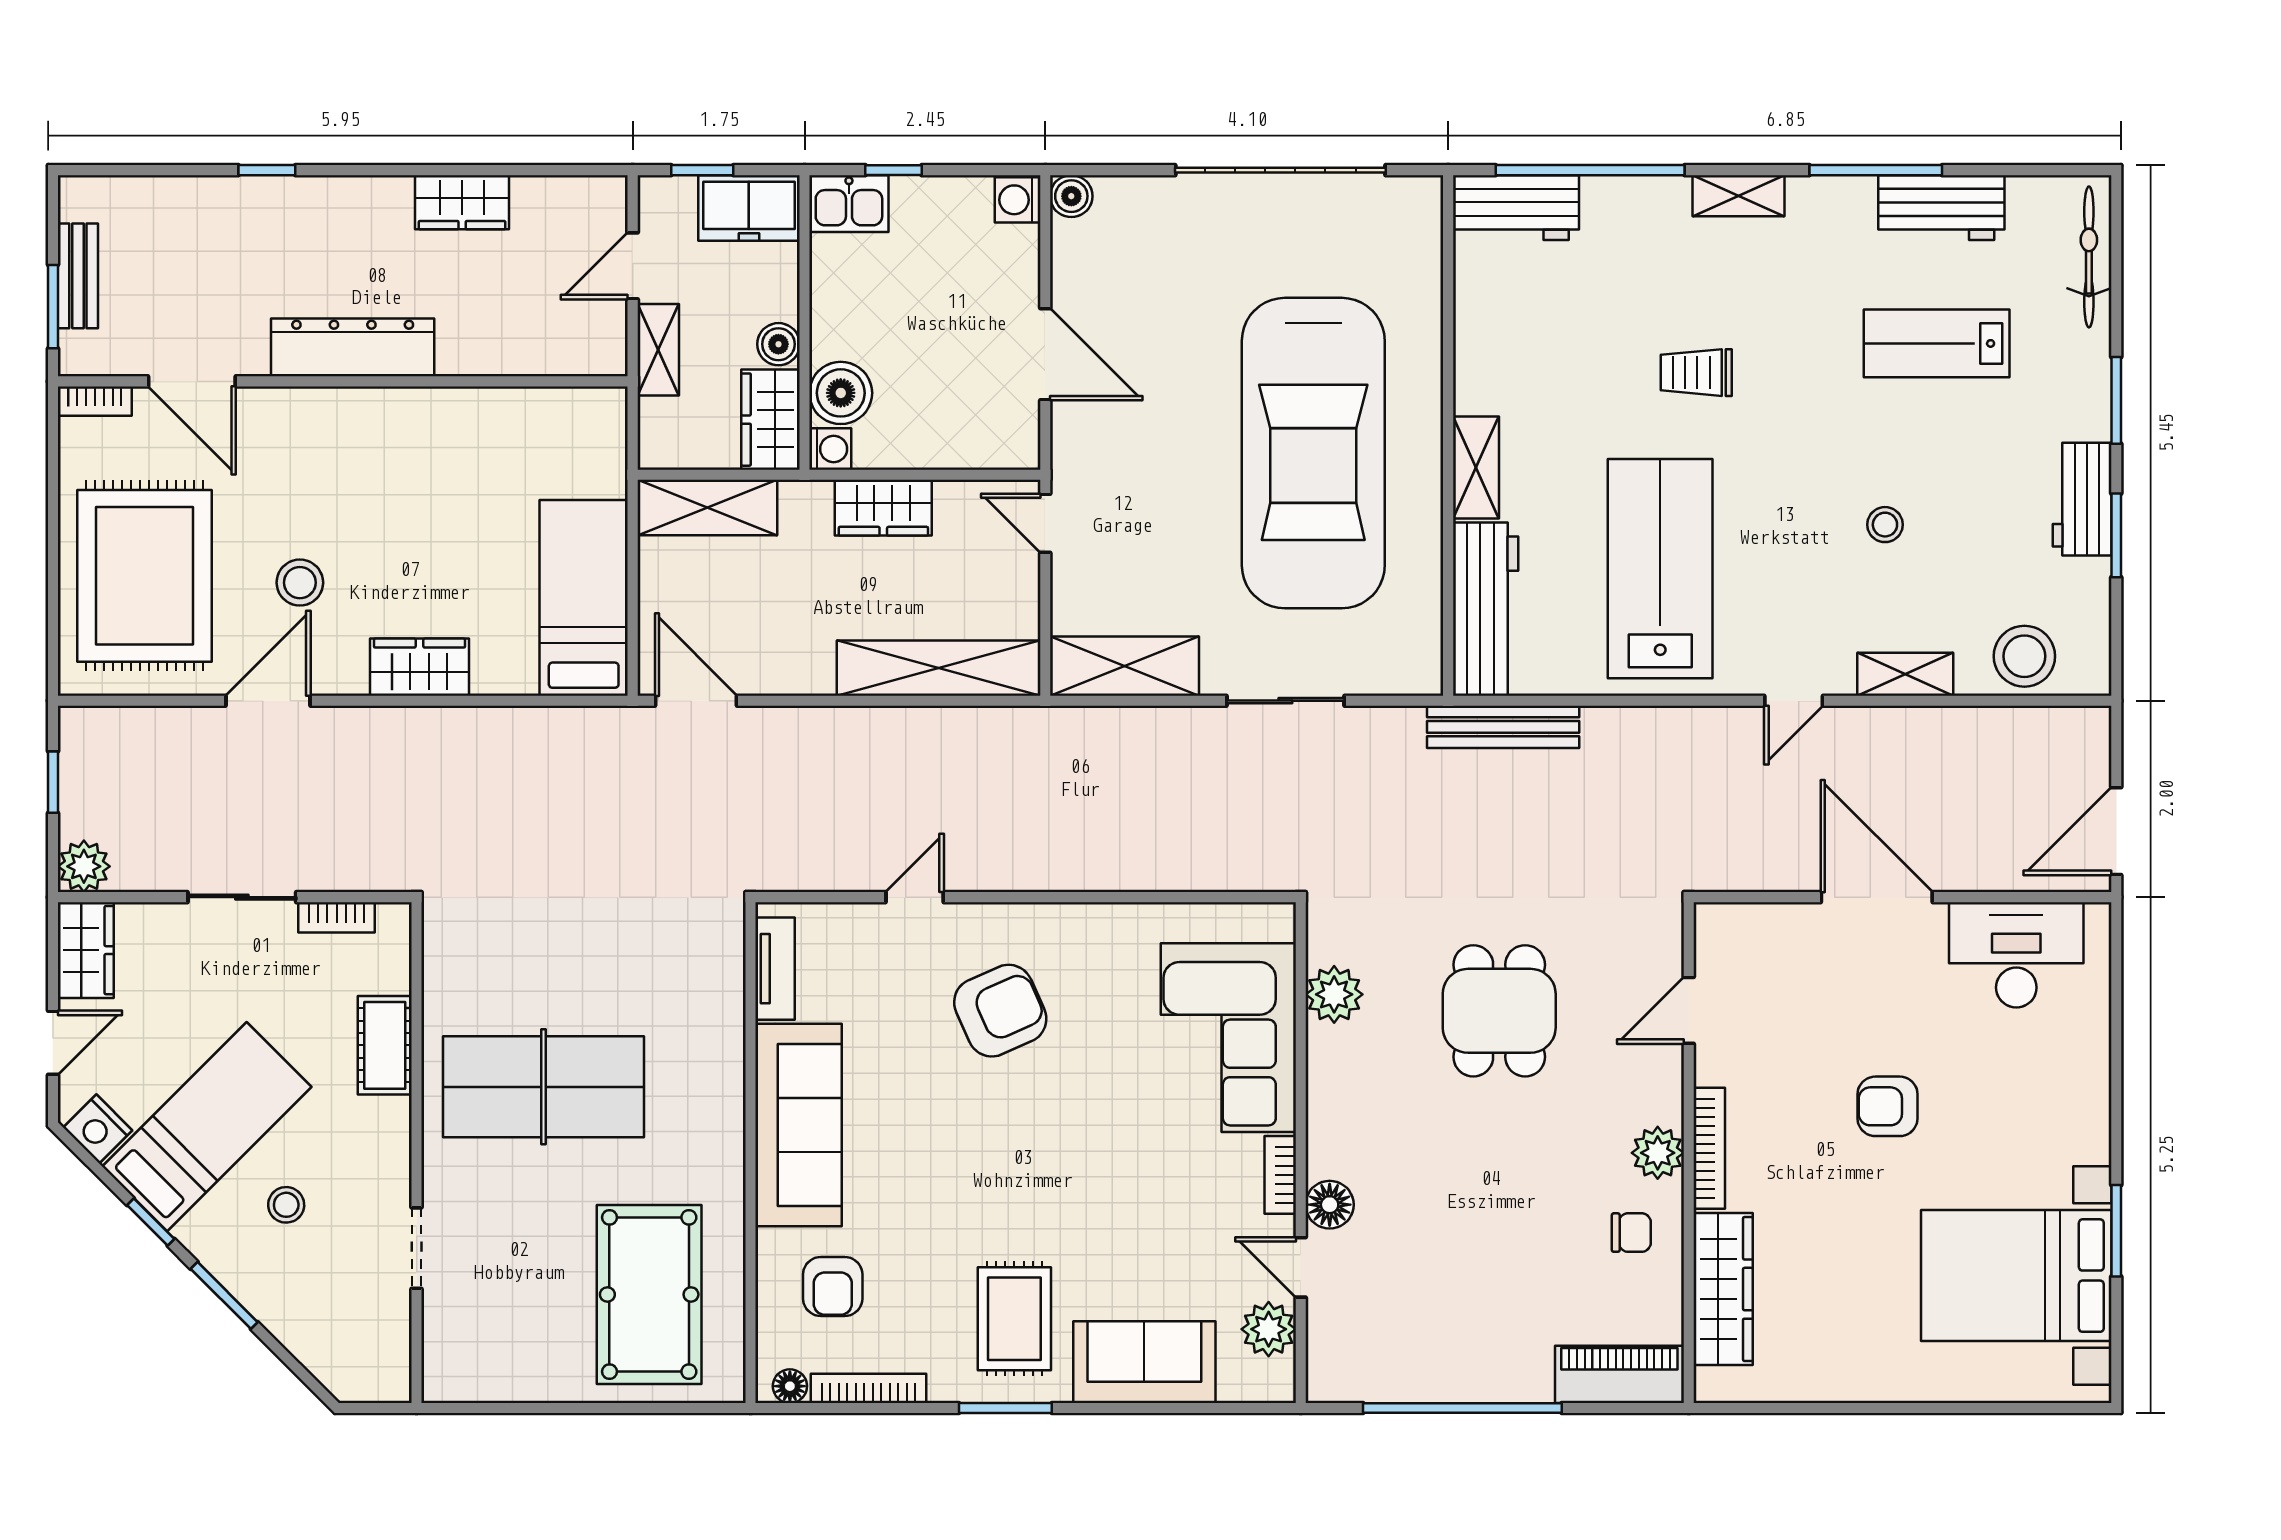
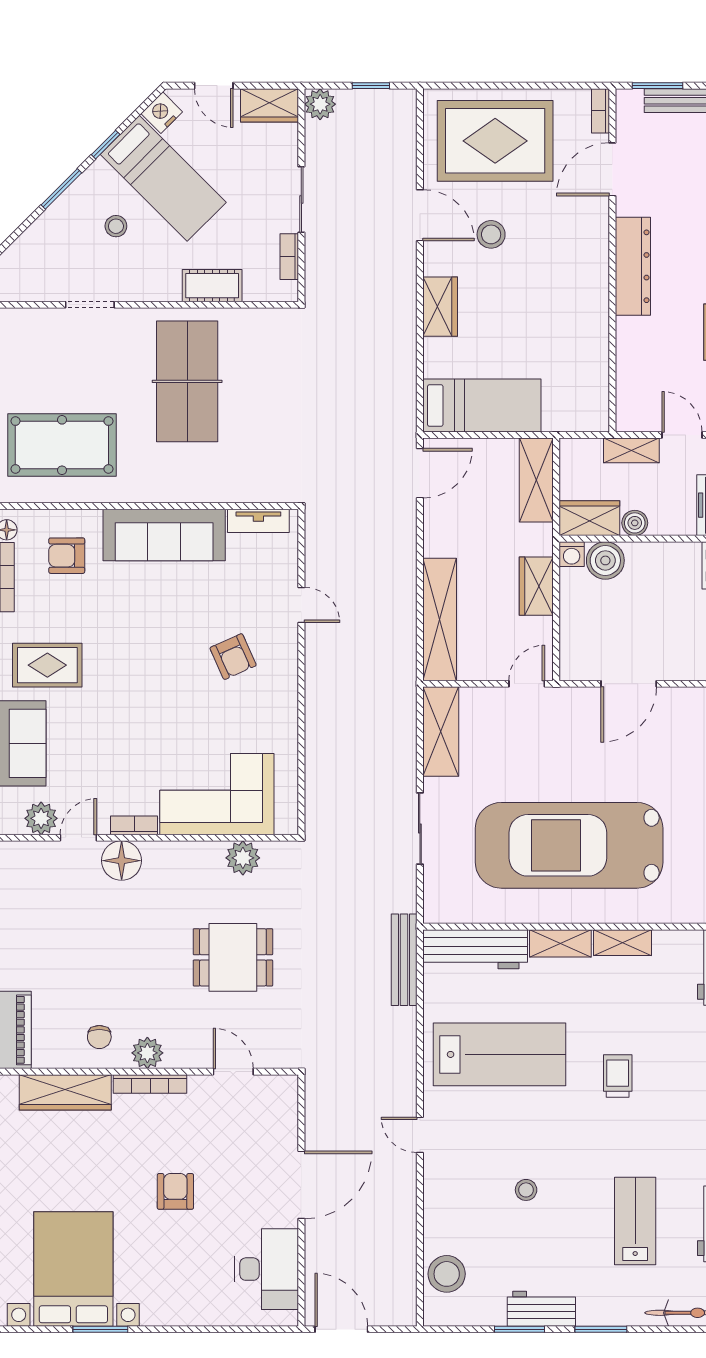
shelving: (1905, 674) -> (622, 943), moved, turned 90
armchair: (1000, 1011) -> (233, 657), width x0.72, depth x0.72
floor lamp: (1330, 1205) -> (122, 861), width x1.38, depth x1.38

